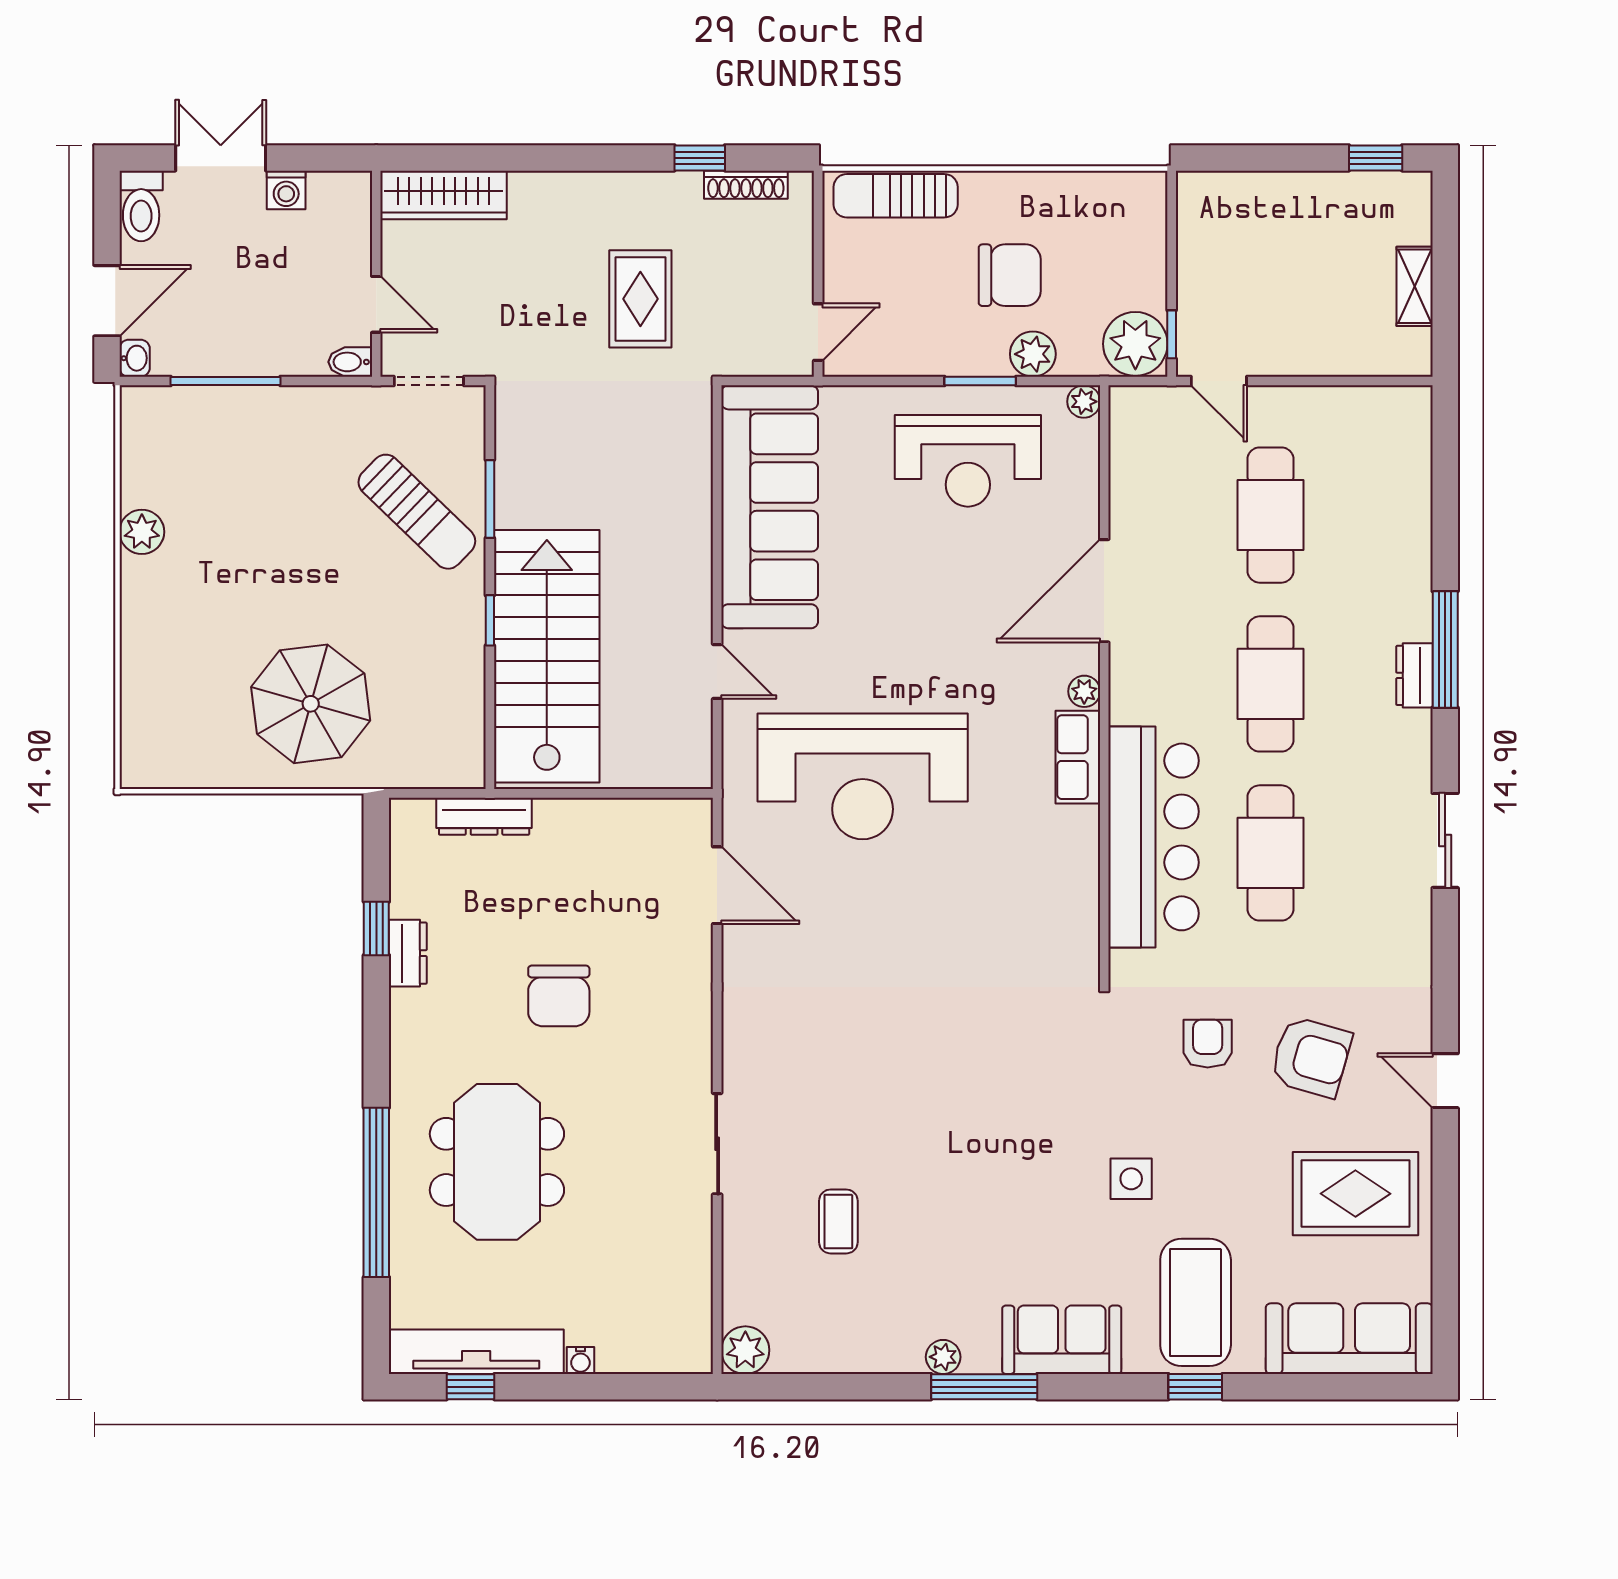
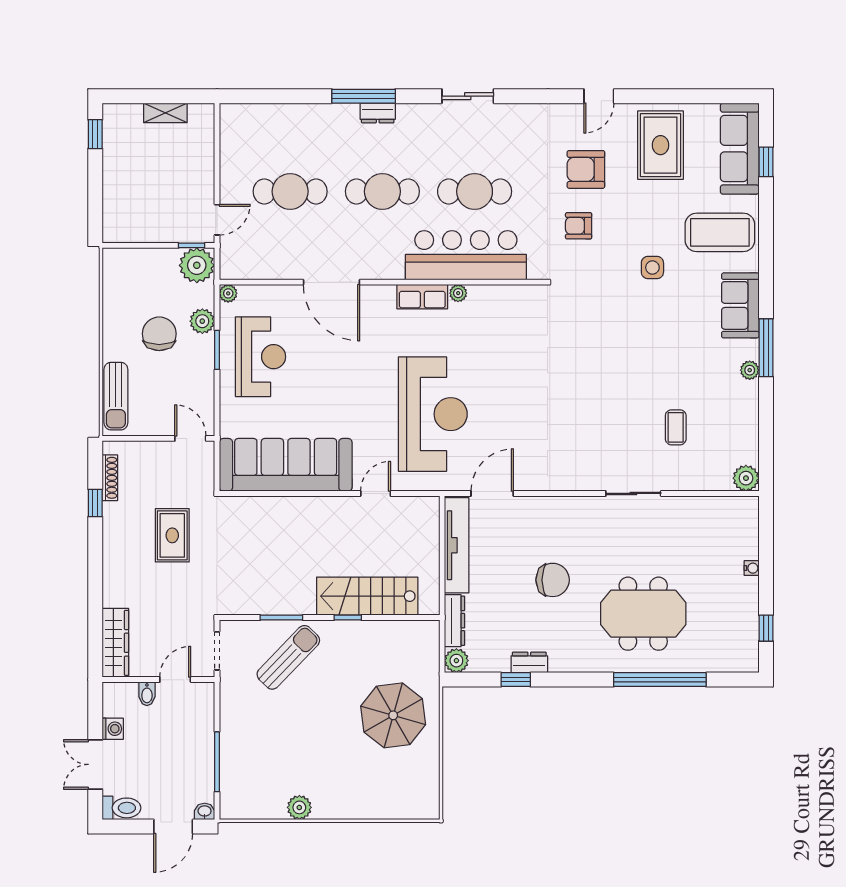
rug: (640, 299) -> (172, 535), turned 90
door: (107, 301) -> (173, 827), swing flipped
bidet: (350, 362) -> (147, 694), moved
stairs: (547, 656) -> (367, 596), width x0.73, depth x0.66
plant: (1084, 691) -> (458, 293), moved
plant: (411, 820) -> (456, 661), added
armchair: (1311, 1057) -> (586, 169), turned -106
coffee table: (838, 1221) -> (676, 427), turned 90
tv unit: (476, 1352) -> (457, 545), moved, turned 180
window: (1195, 1387) -> (766, 162), moved

